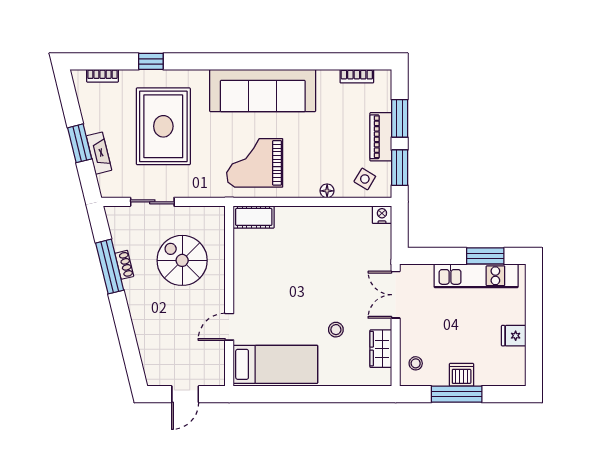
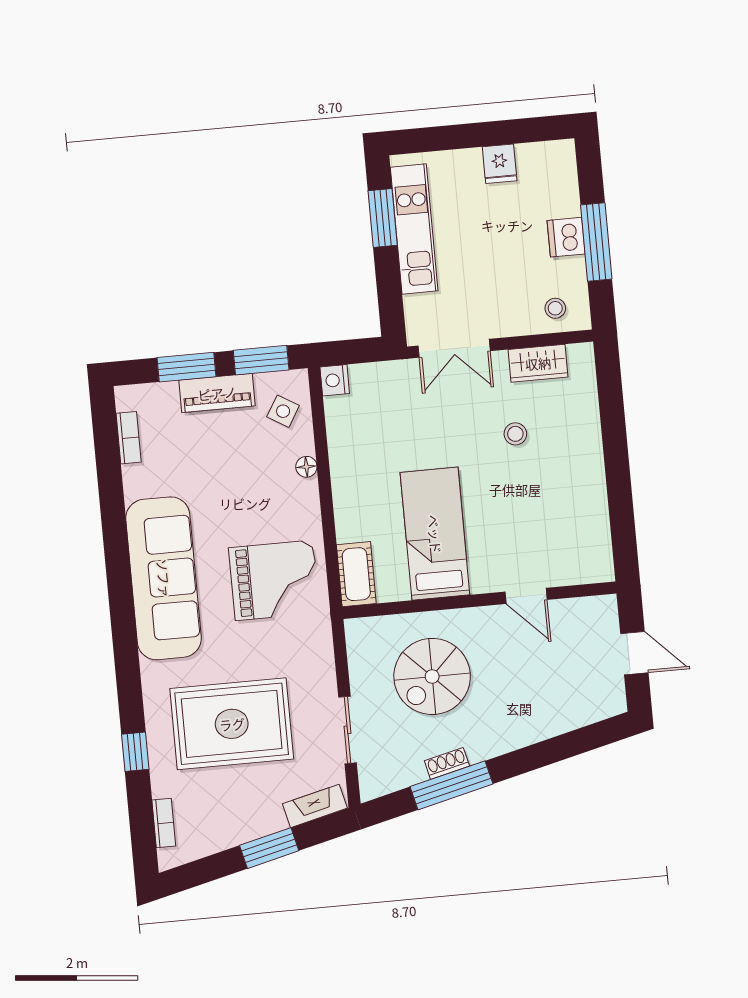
fireplace: (99, 153) -> (315, 806), moved
grand piano: (255, 163) -> (274, 580), turned -90
bed: (275, 364) -> (435, 534), moved

